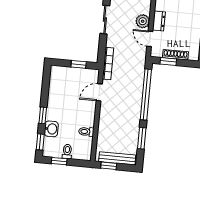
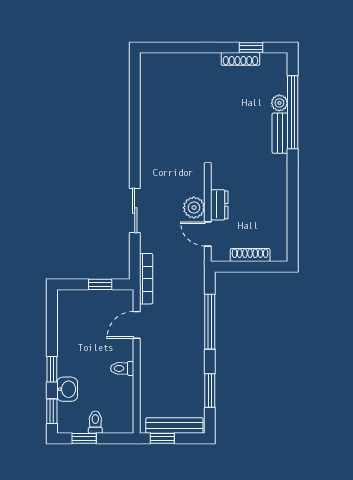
window: (168, 61) -> (240, 267), removed
window: (146, 95) -> (210, 322), width x0.68
toilet: (86, 132) -> (122, 368), moved

